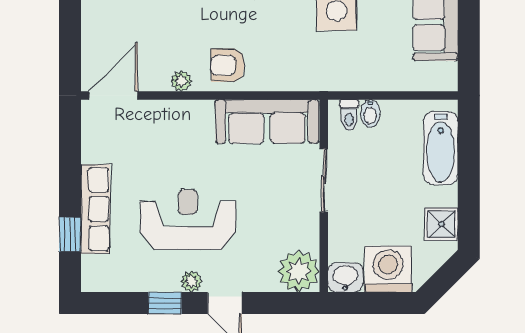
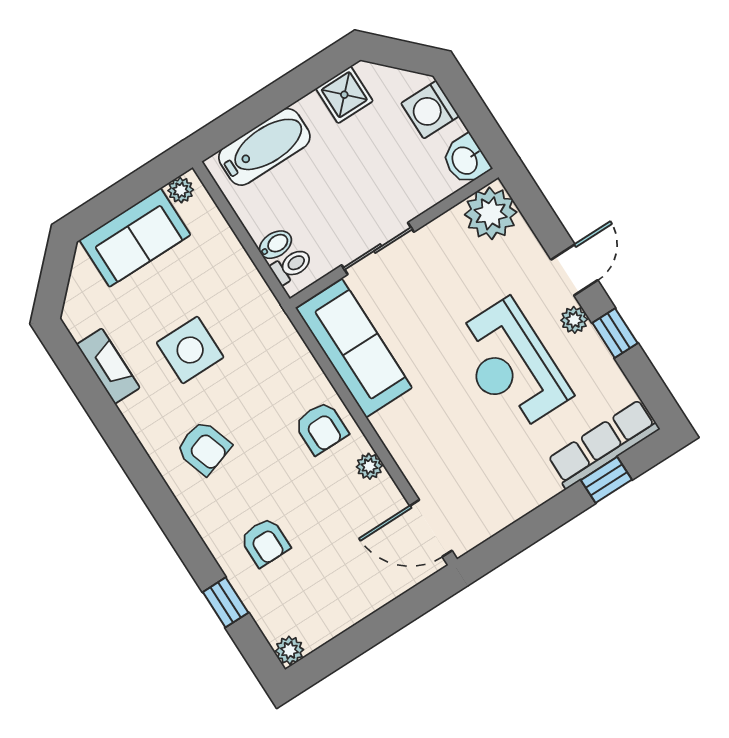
plant: (448, 73) -> (181, 190), added
row of seats: (95, 209) -> (603, 444), moved
washing machine: (388, 269) -> (430, 110), width x0.73, depth x0.73

